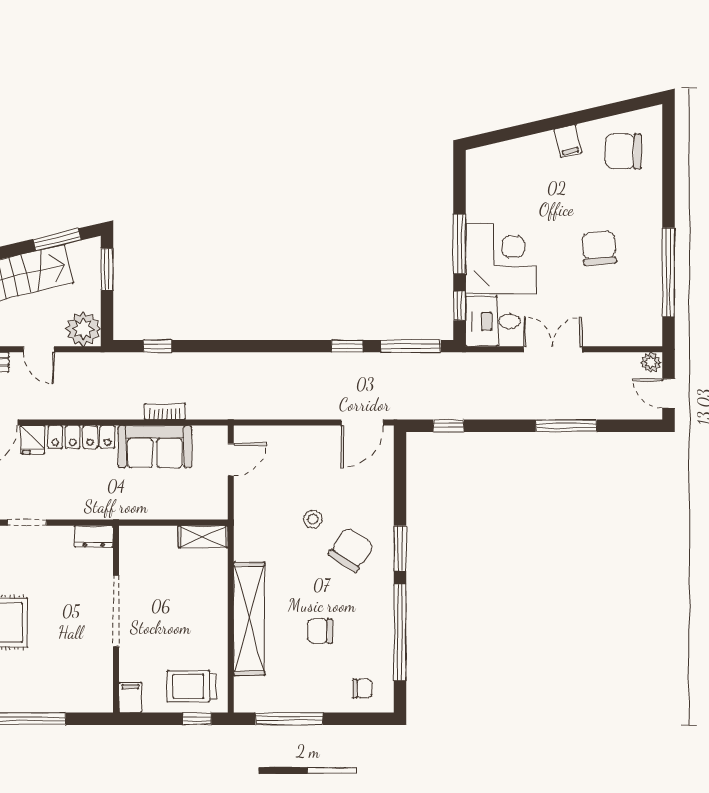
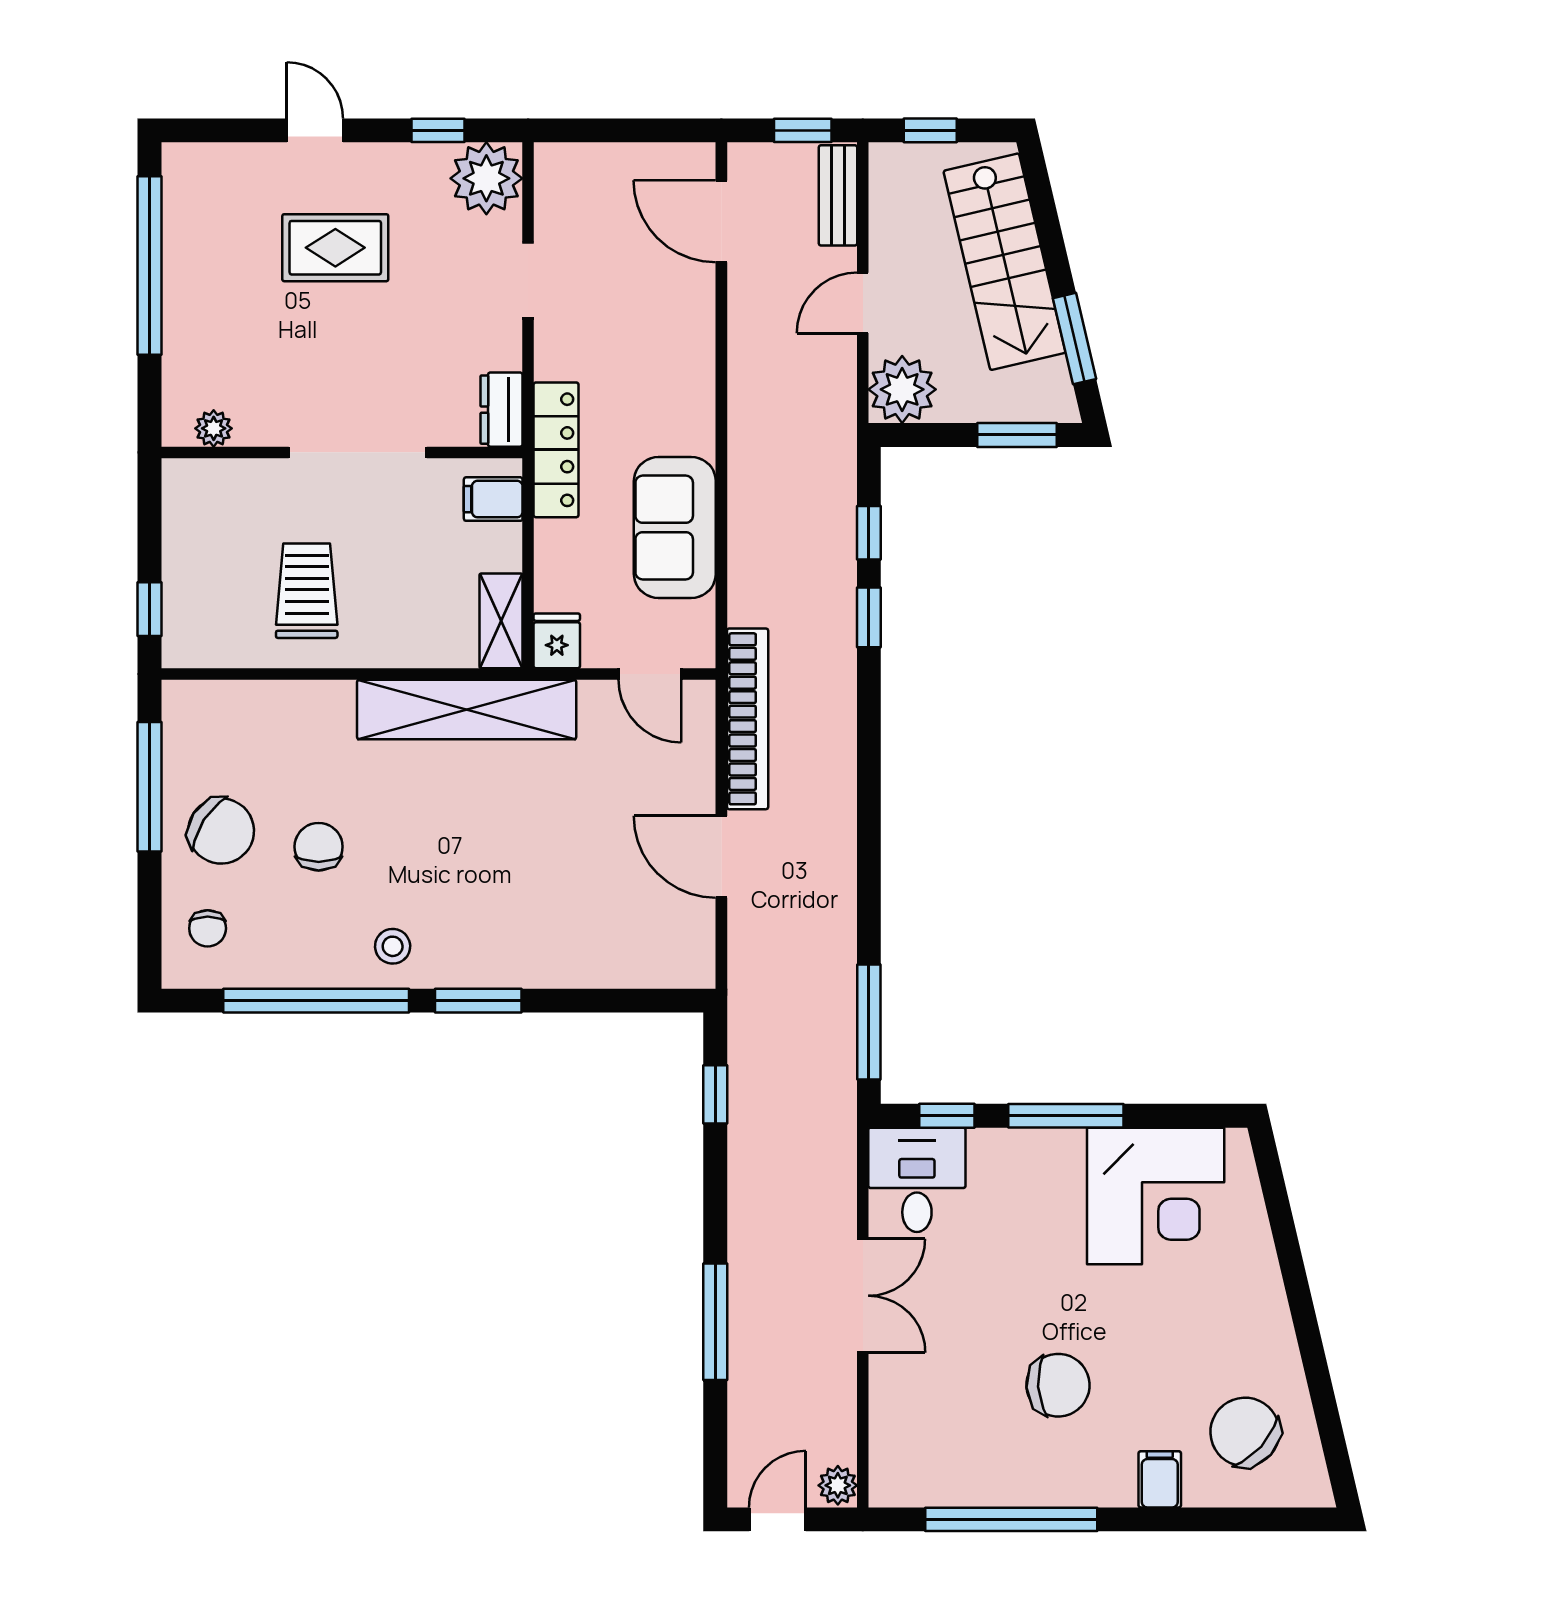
filing cabinet: (568, 141) -> (1160, 1479), moved, turned 103
chair: (623, 151) -> (1245, 1432), turned -48
corner desk: (501, 259) -> (1156, 1196), moved
window: (347, 346) -> (869, 617), moved
bookcase: (165, 412) -> (748, 719), moved, width x2.31, depth x1.31
door: (362, 423) -> (721, 857), moved
locker: (81, 437) -> (556, 450), moved, turned 180
fridge: (33, 440) -> (557, 641), moved, turned 90
stool: (313, 519) -> (393, 946), moved
chair: (351, 550) -> (221, 831), moved
shelving: (249, 619) -> (467, 710), moved
plant: (104, 686) -> (214, 428), added
trolley: (192, 686) -> (307, 591), moved
filing cabinet: (130, 697) -> (493, 499), moved, turned 180

